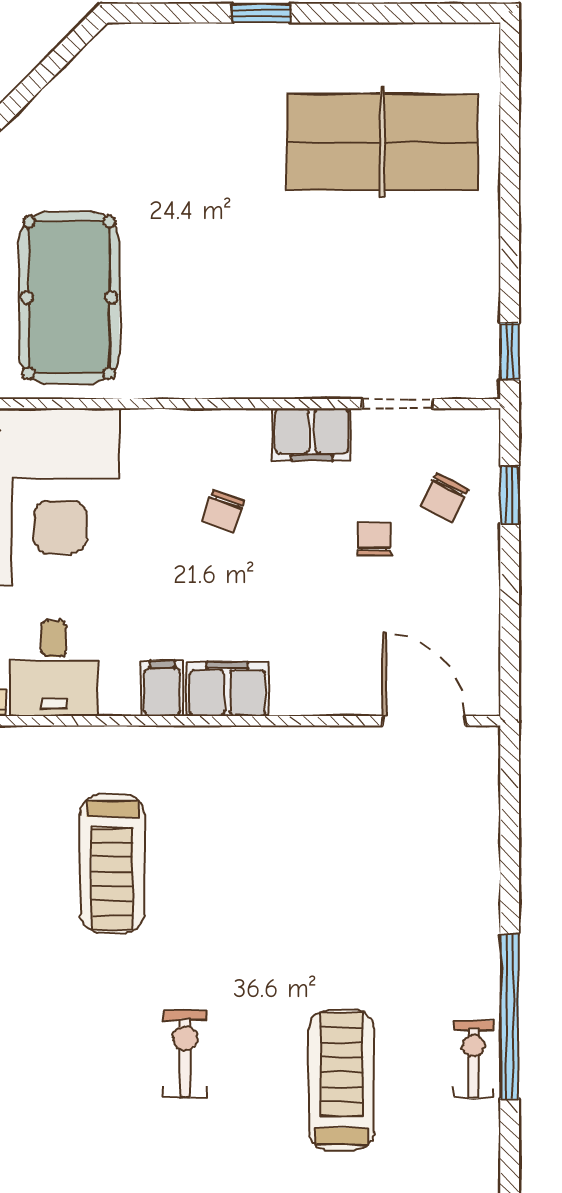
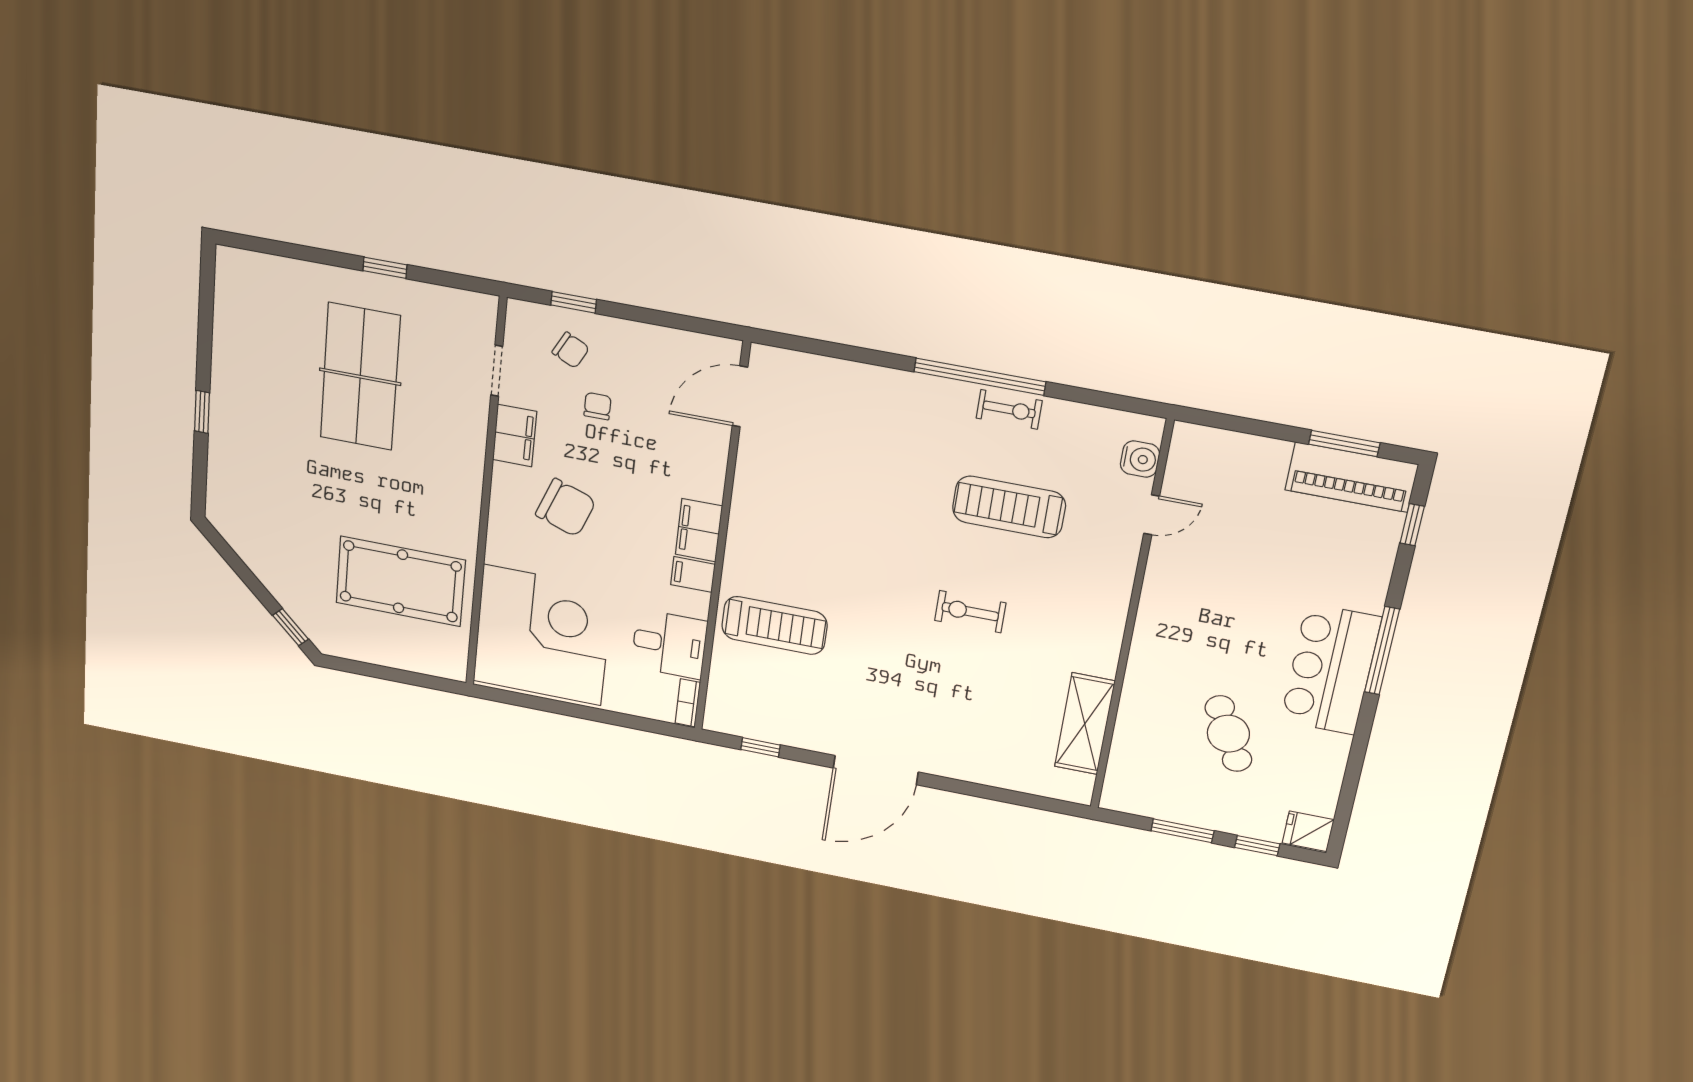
table tennis table: (382, 142) -> (360, 377), moved
window: (510, 352) -> (385, 268), moved
chair: (223, 511) -> (566, 508), width x1.87, depth x1.87
chair: (374, 539) -> (597, 406), turned 90
treadmill: (112, 864) -> (774, 625), moved
exercise bike: (473, 1060) -> (1009, 409), turned 180

